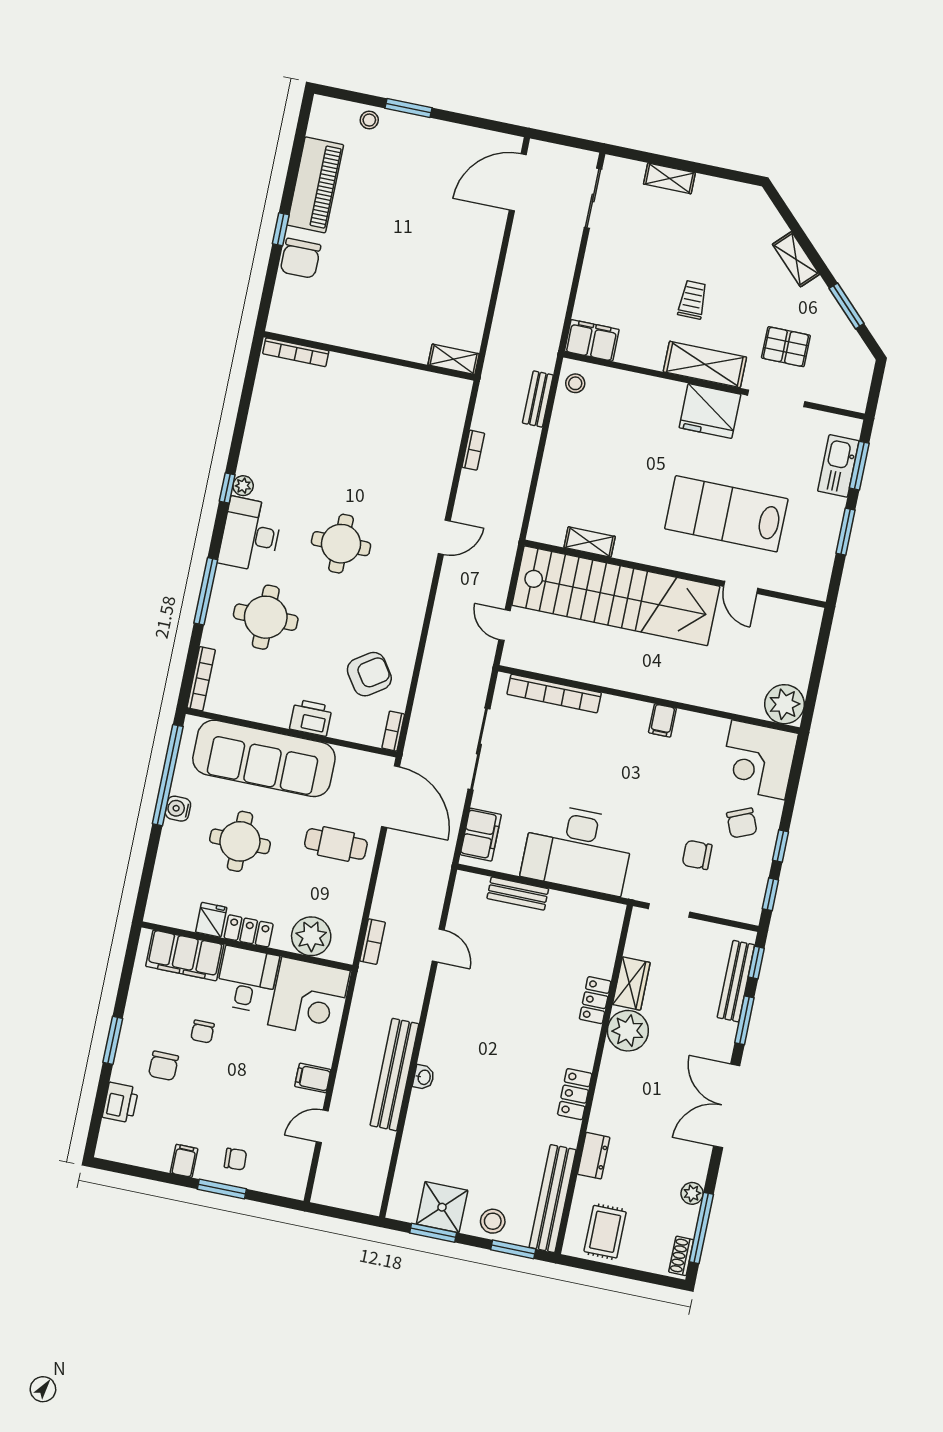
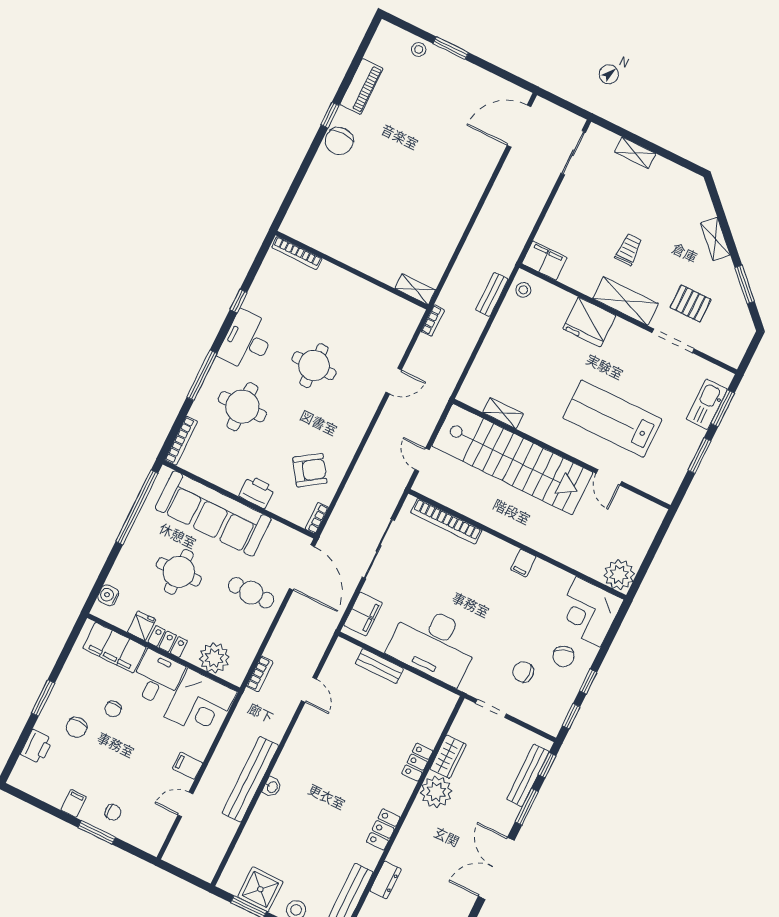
piano: (315, 185) -> (361, 86), width x0.73, depth x0.75
bookcase: (296, 352) -> (297, 253), moved
wall: (369, 356) -> (352, 270), moved
shelving: (454, 359) -> (415, 289), moved
fridge: (710, 411) -> (589, 322), moved
plant: (243, 486) -> (251, 302), removed
water cooler: (178, 809) -> (108, 595), moved

